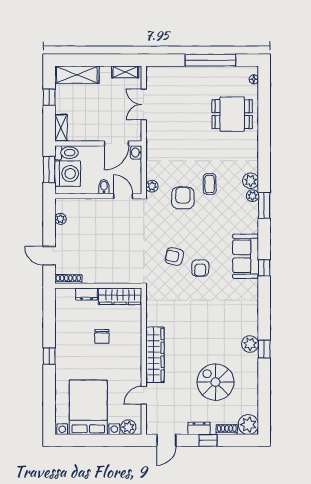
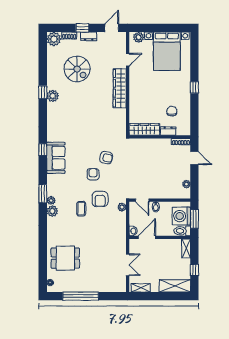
armchair: (200, 268) -> (93, 174), moved
chair: (102, 336) -> (172, 111), moved

